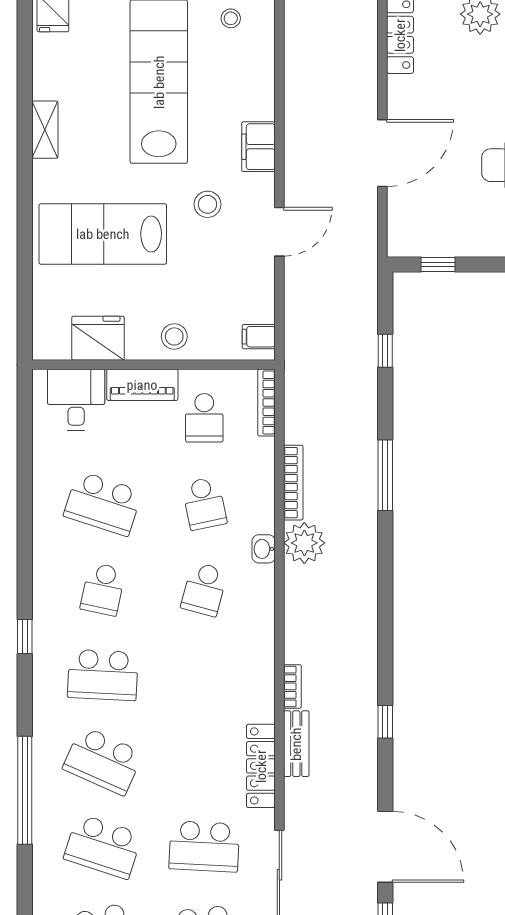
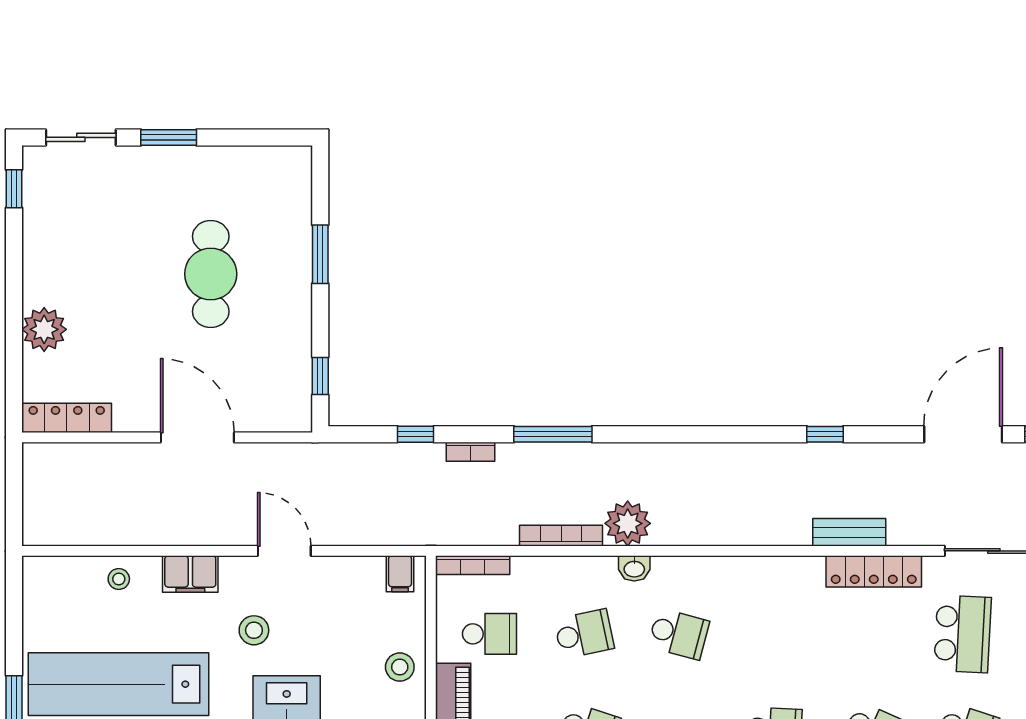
stool: (231, 18) -> (119, 579), moved
bookcase: (292, 686) -> (471, 452), moved, turned 180

